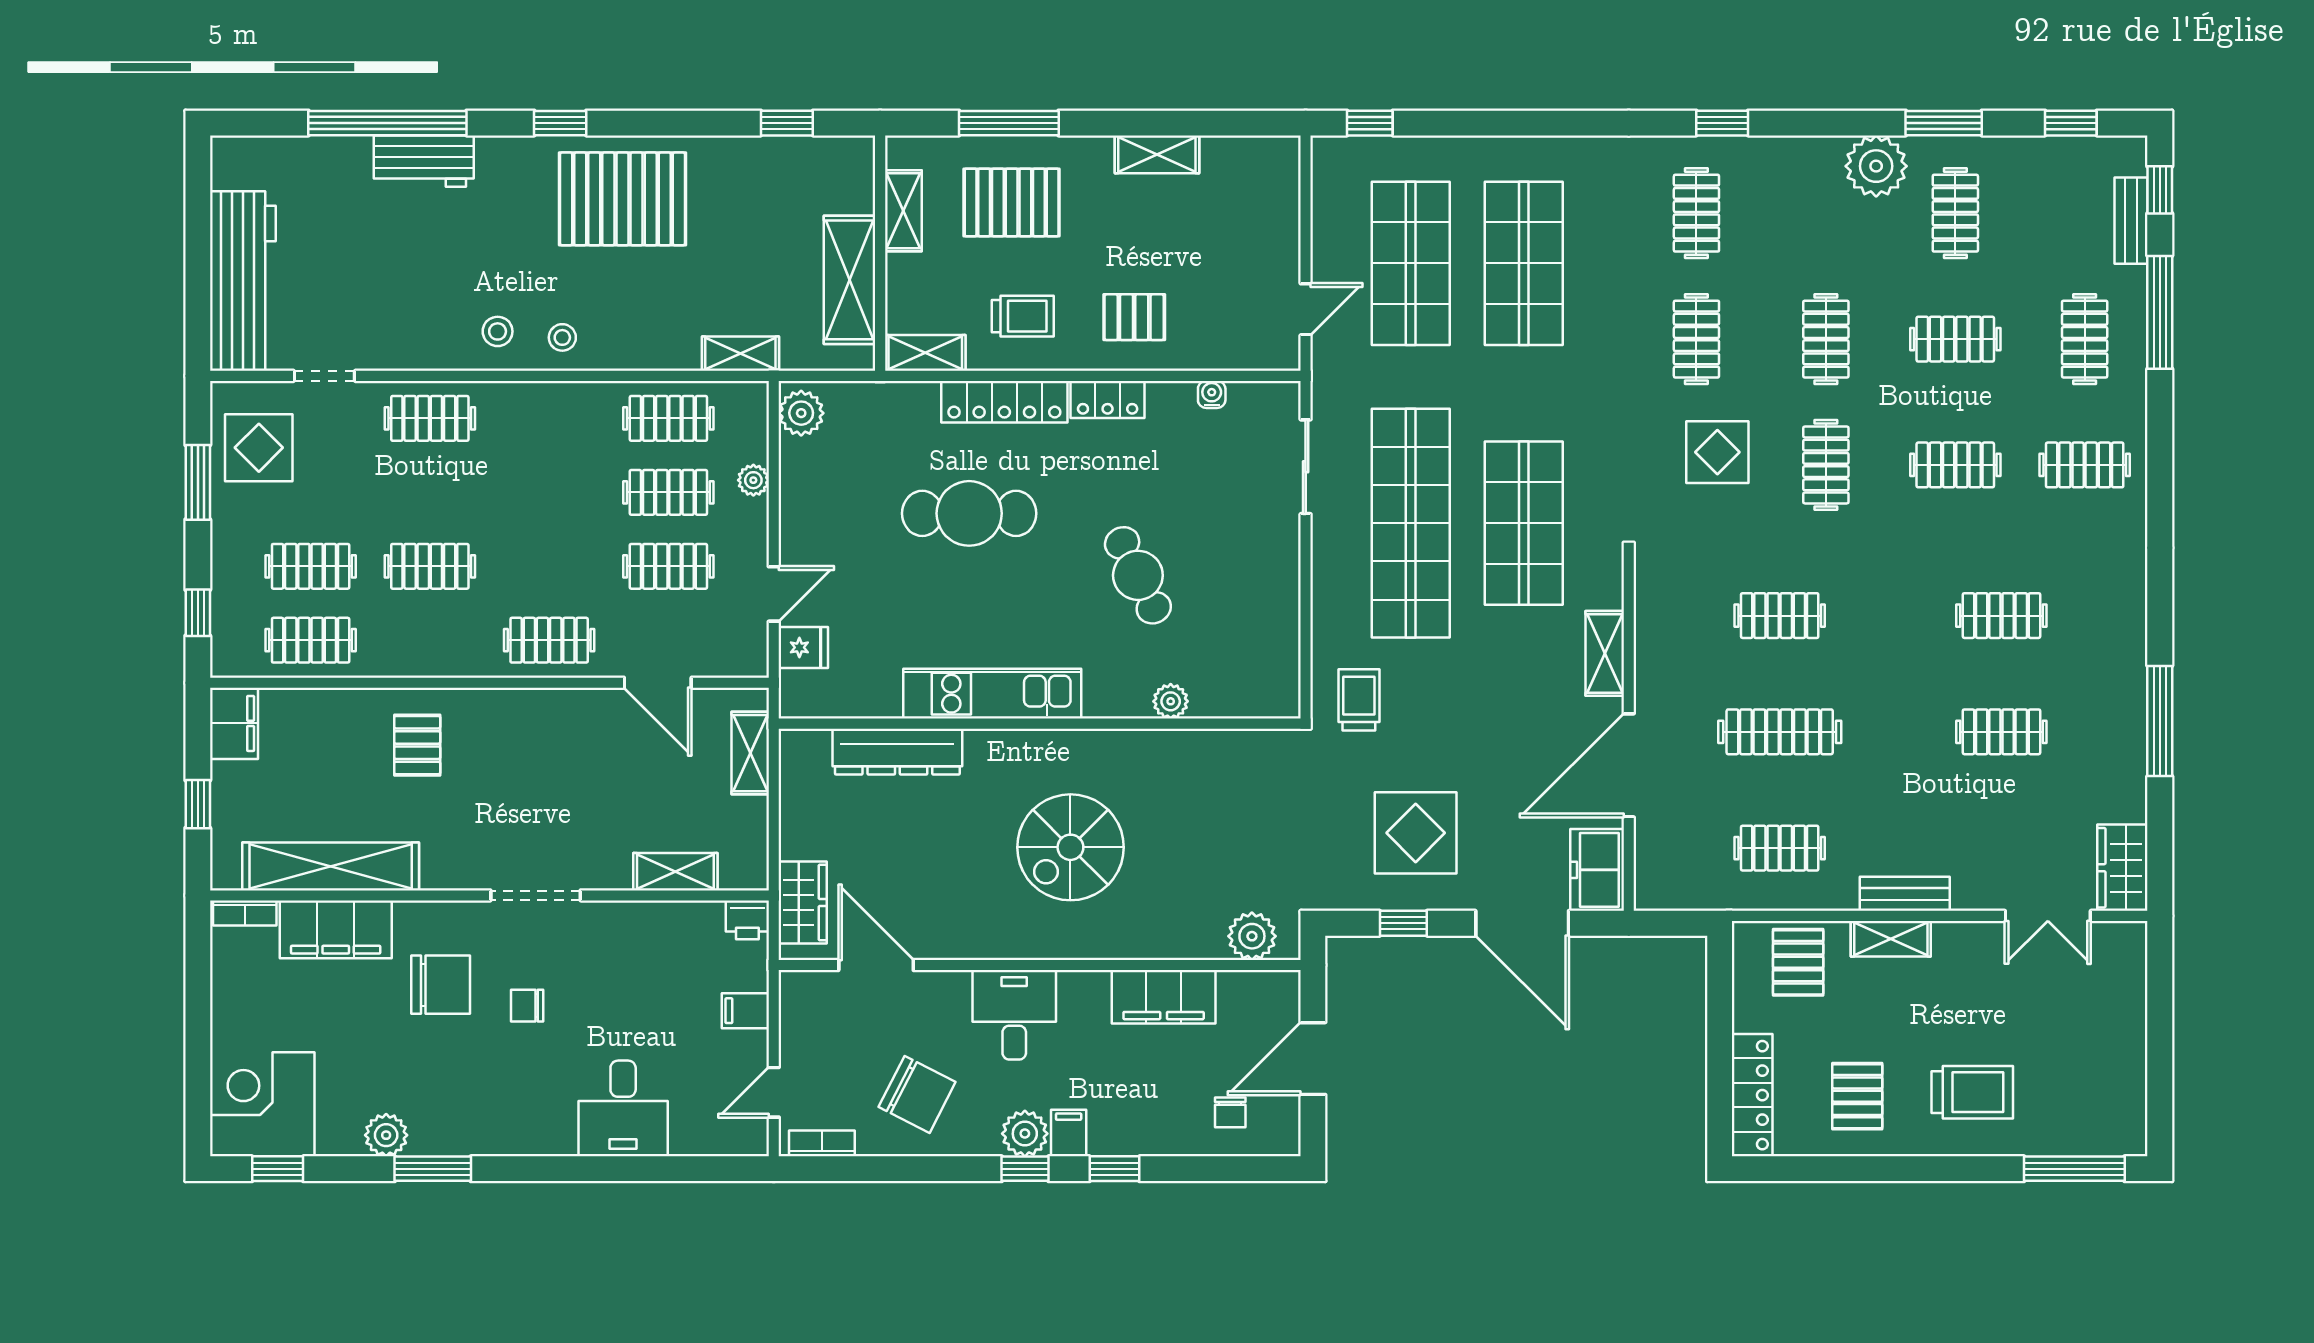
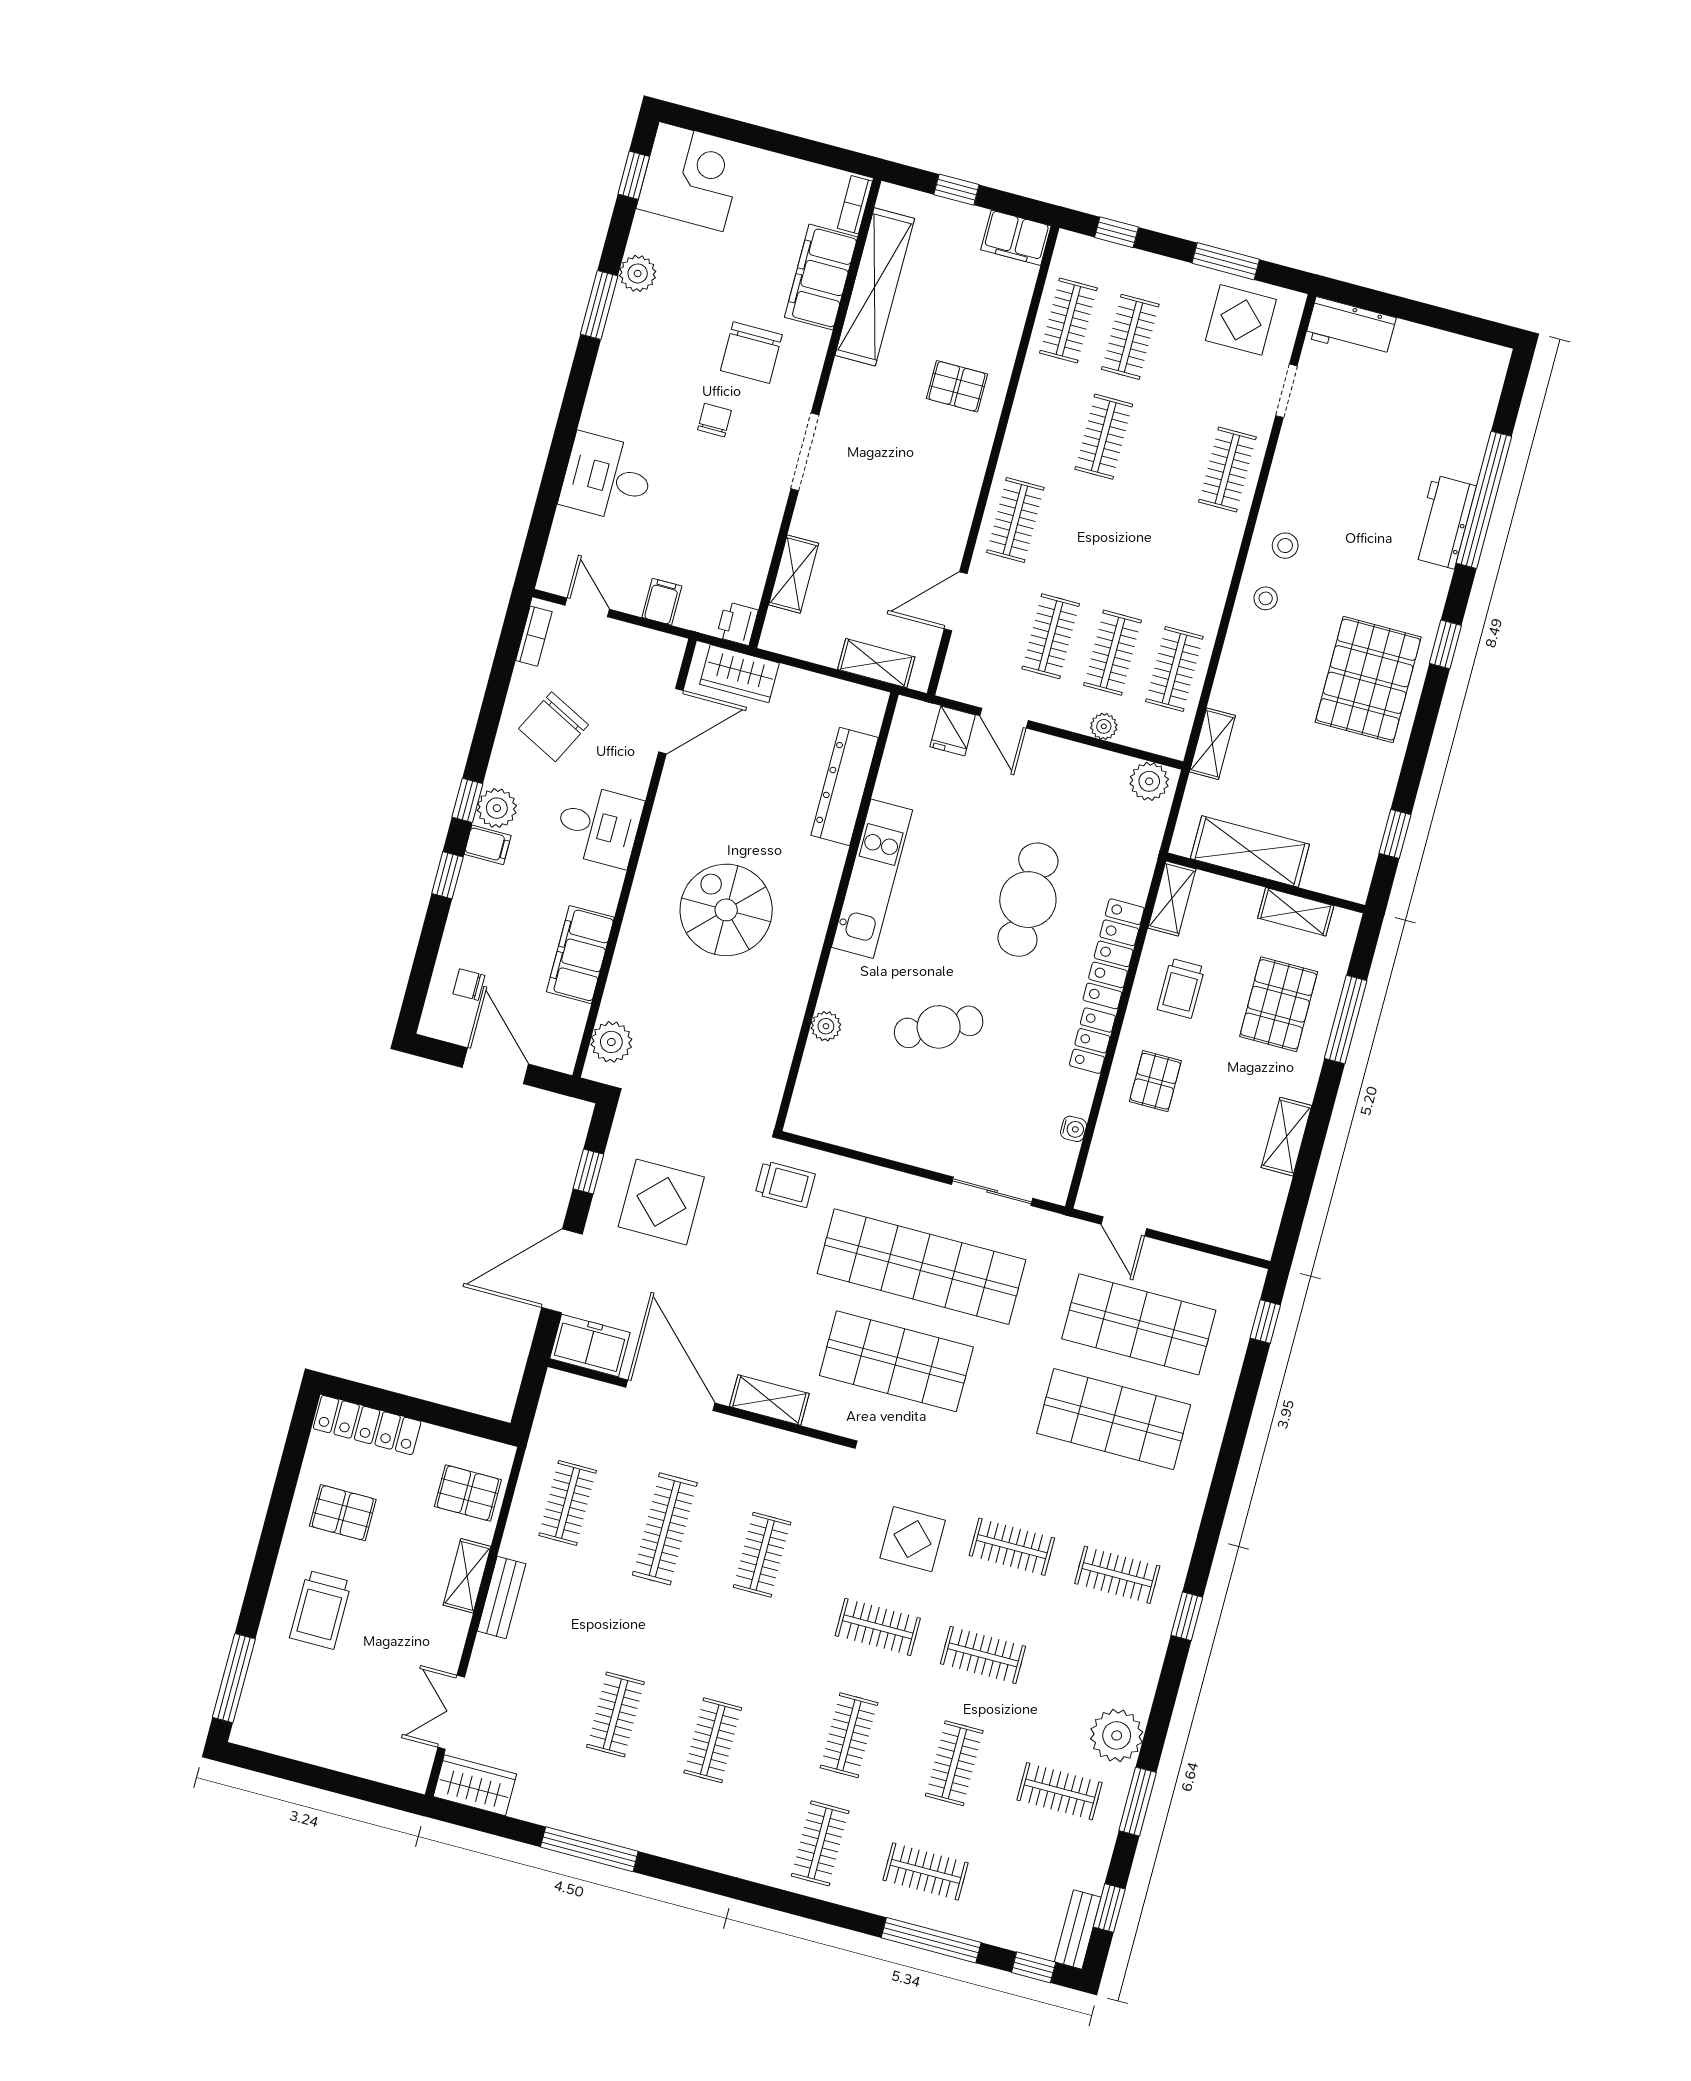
bench: (2131, 221) -> (1078, 1930), moved, turned 90
workbench: (243, 281) -> (1351, 328), width x0.53, depth x0.76

